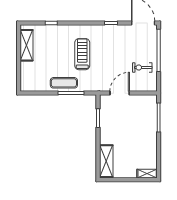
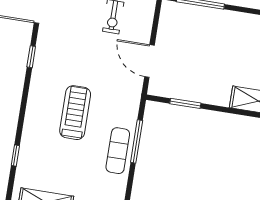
treadmill: (82, 54) -> (75, 113), turned 90

